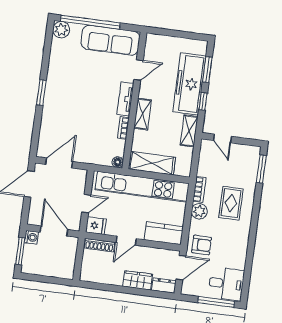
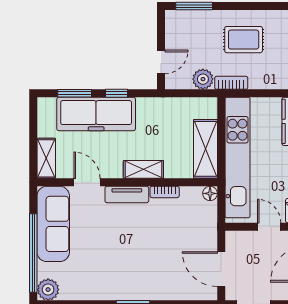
shelving: (189, 131) -> (46, 158), moved, turned 90
plant: (199, 211) -> (203, 79), moved

